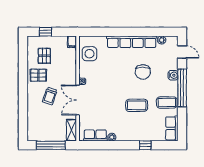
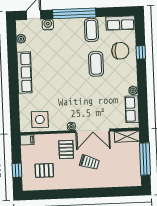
row of seats: (132, 42) -> (24, 72), width x0.73
chair: (143, 72) -> (120, 51), moved
pallet: (38, 75) -> (66, 150), moved
water cooler: (173, 75) -> (48, 25), moved

